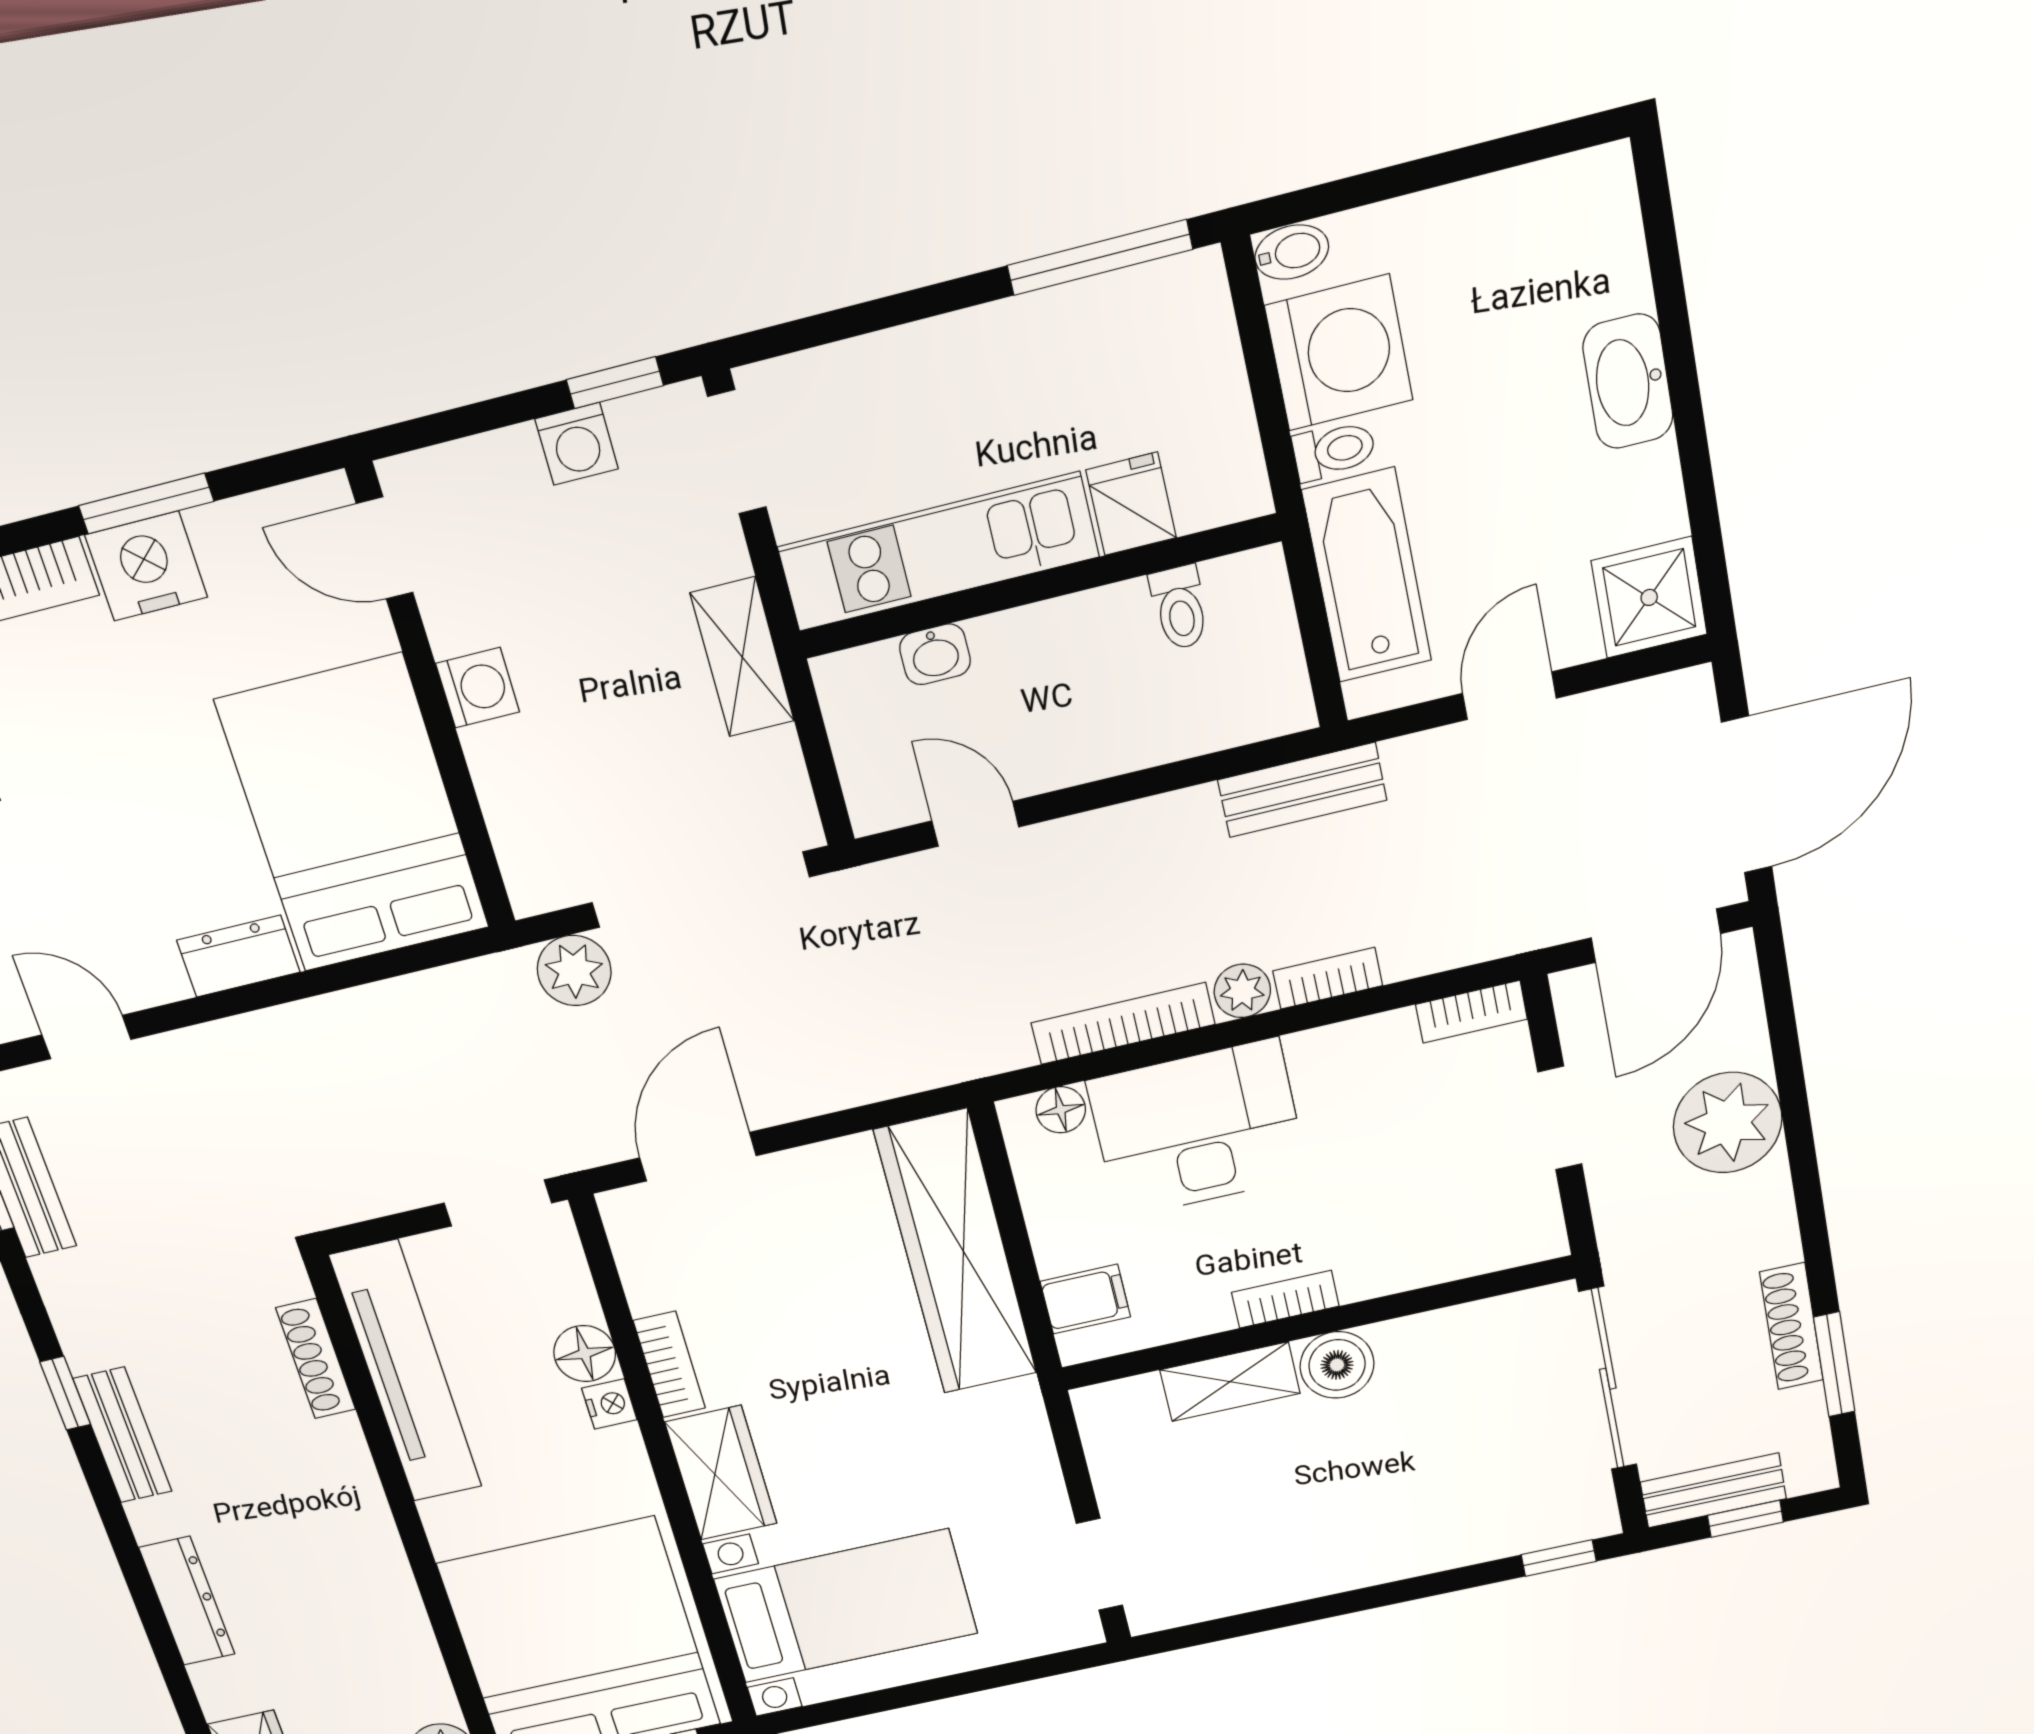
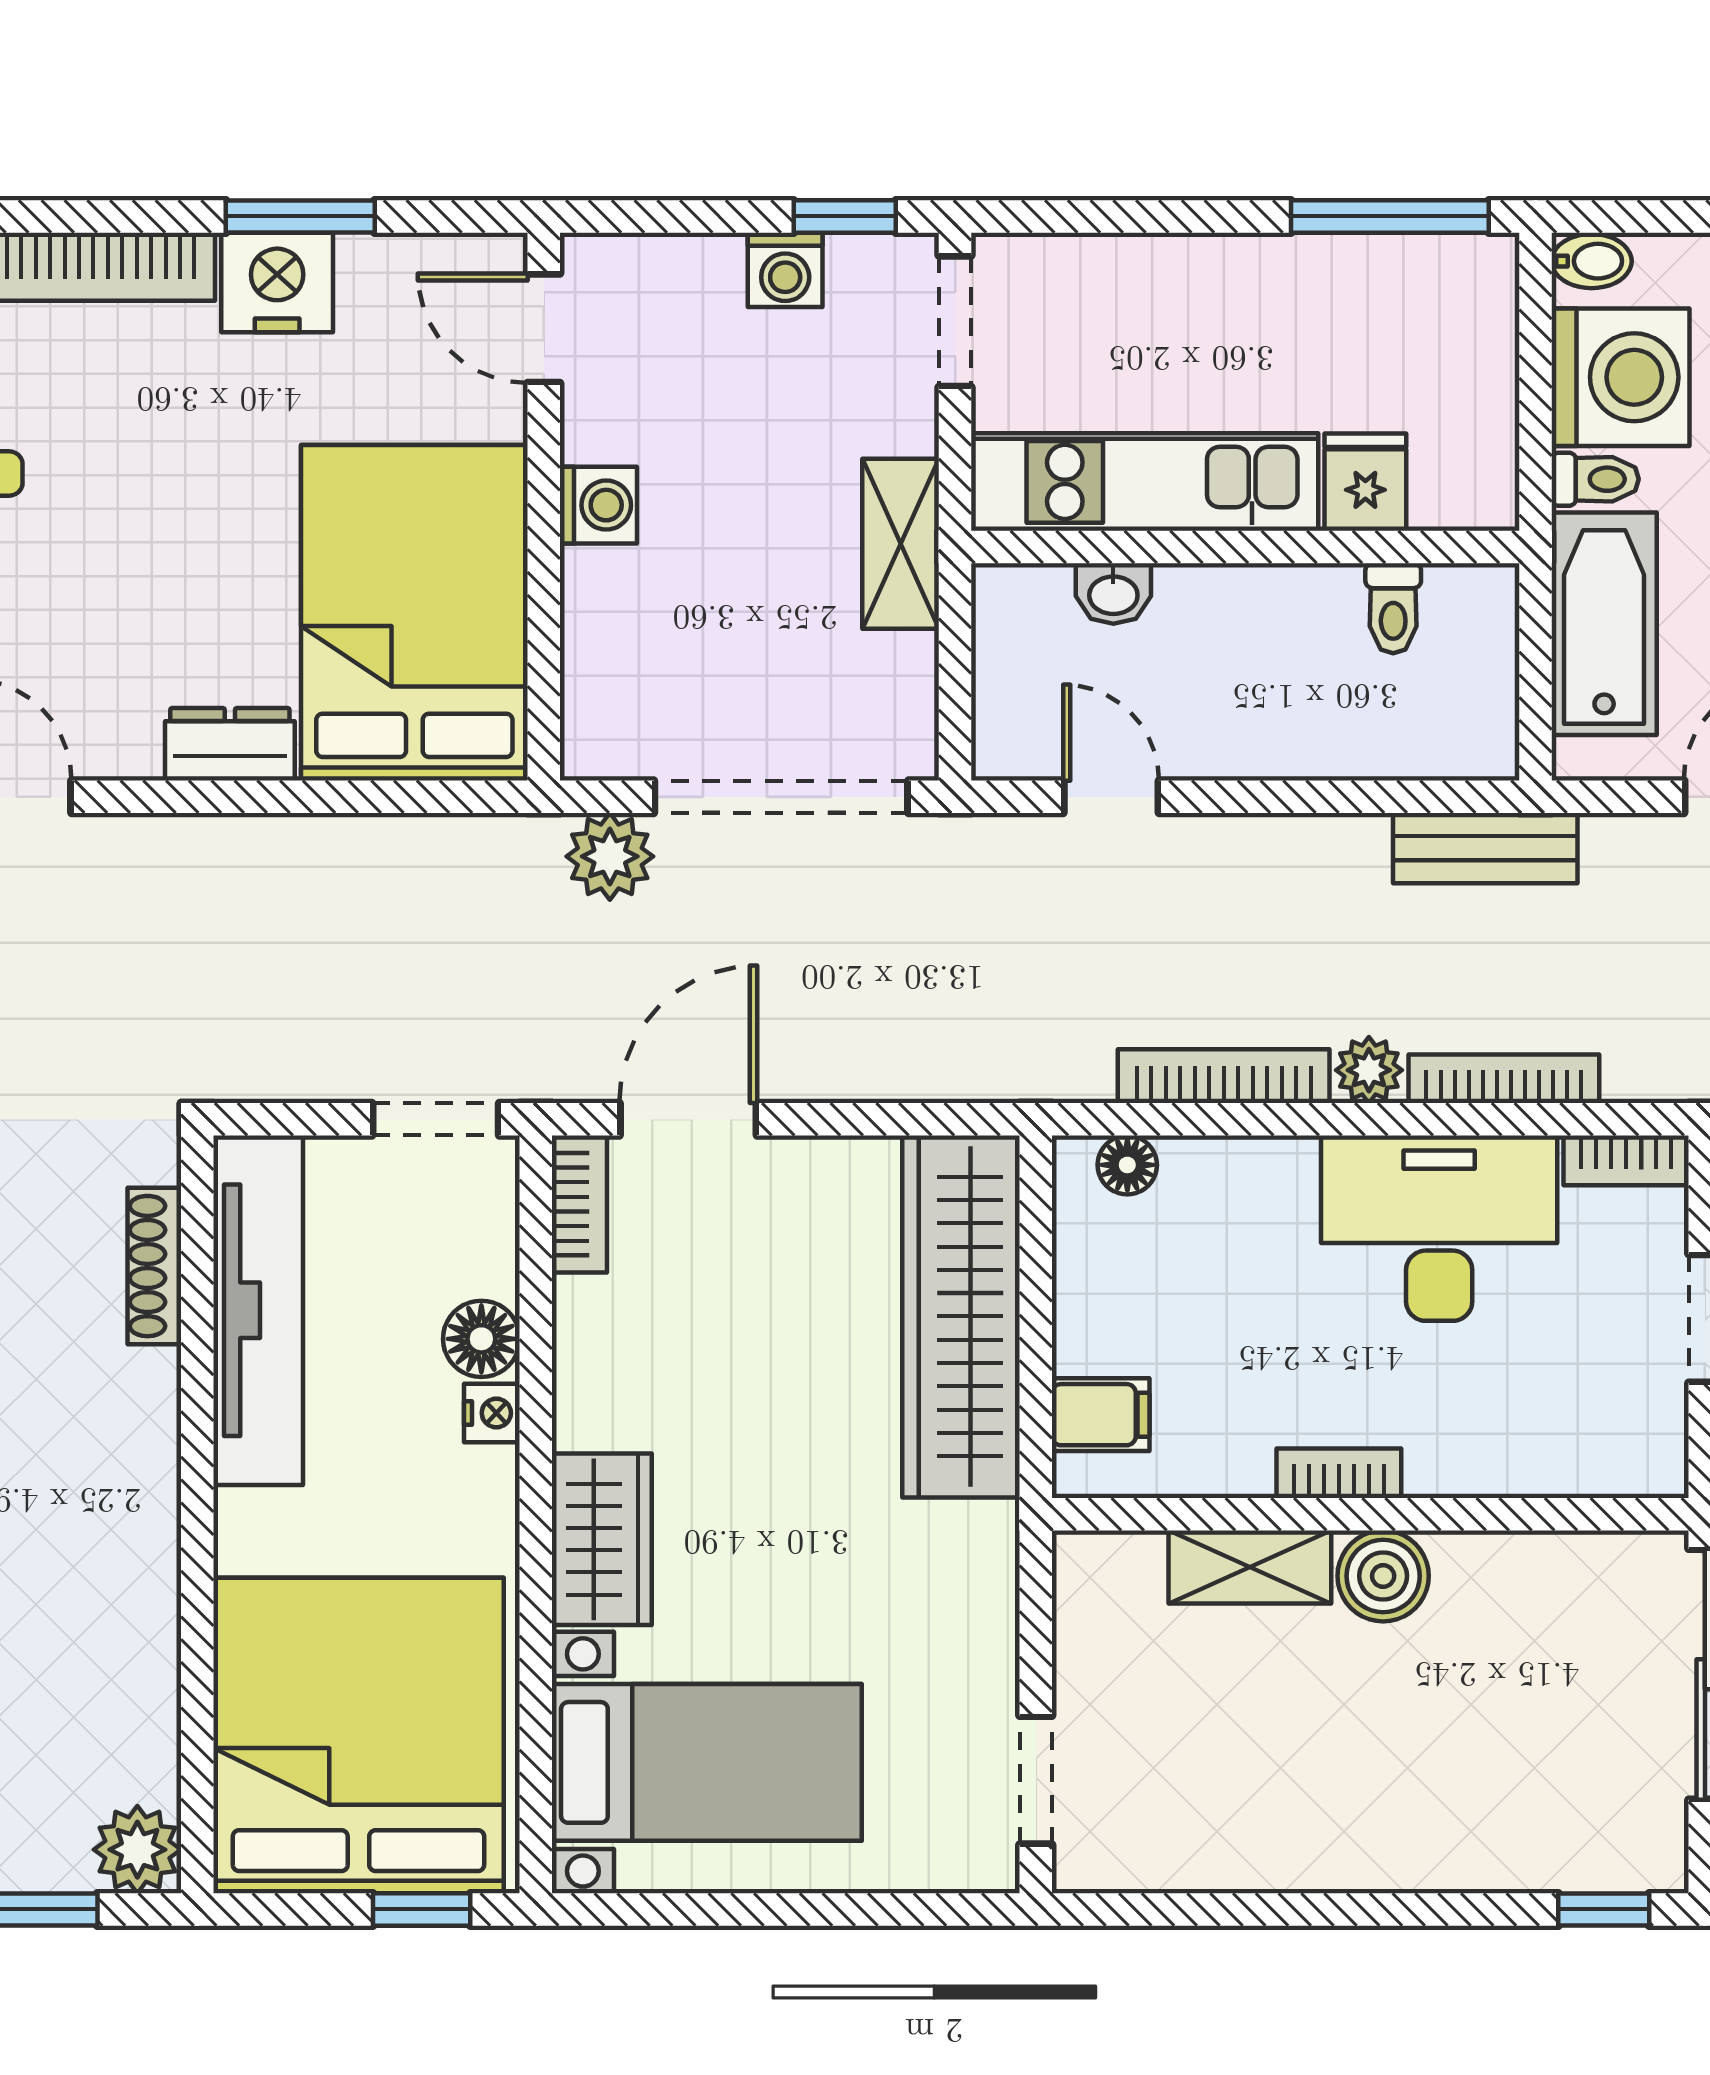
bookcase: (1328, 978) -> (1504, 1079), width x1.56
desk: (1198, 1129) -> (1439, 1228), moved
bookcase: (669, 1364) -> (579, 1204), moved

